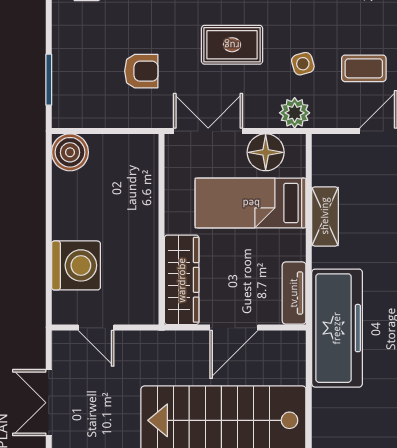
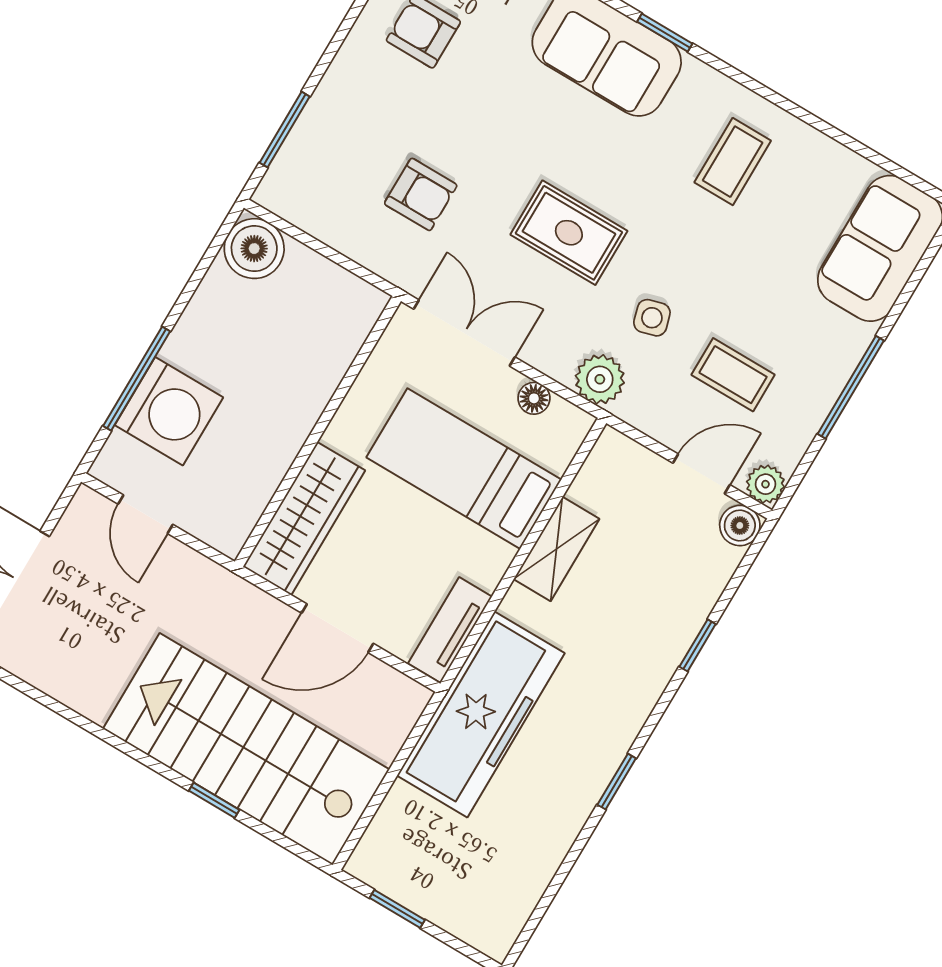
floor lamp: (266, 152) -> (534, 398), width x0.53, depth x0.53
window: (49, 258) -> (137, 379), added

